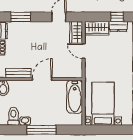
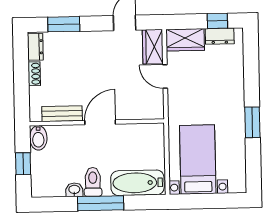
bathtub: (75, 97) -> (137, 183), moved, turned 90
toilet: (13, 116) -> (93, 182), moved

